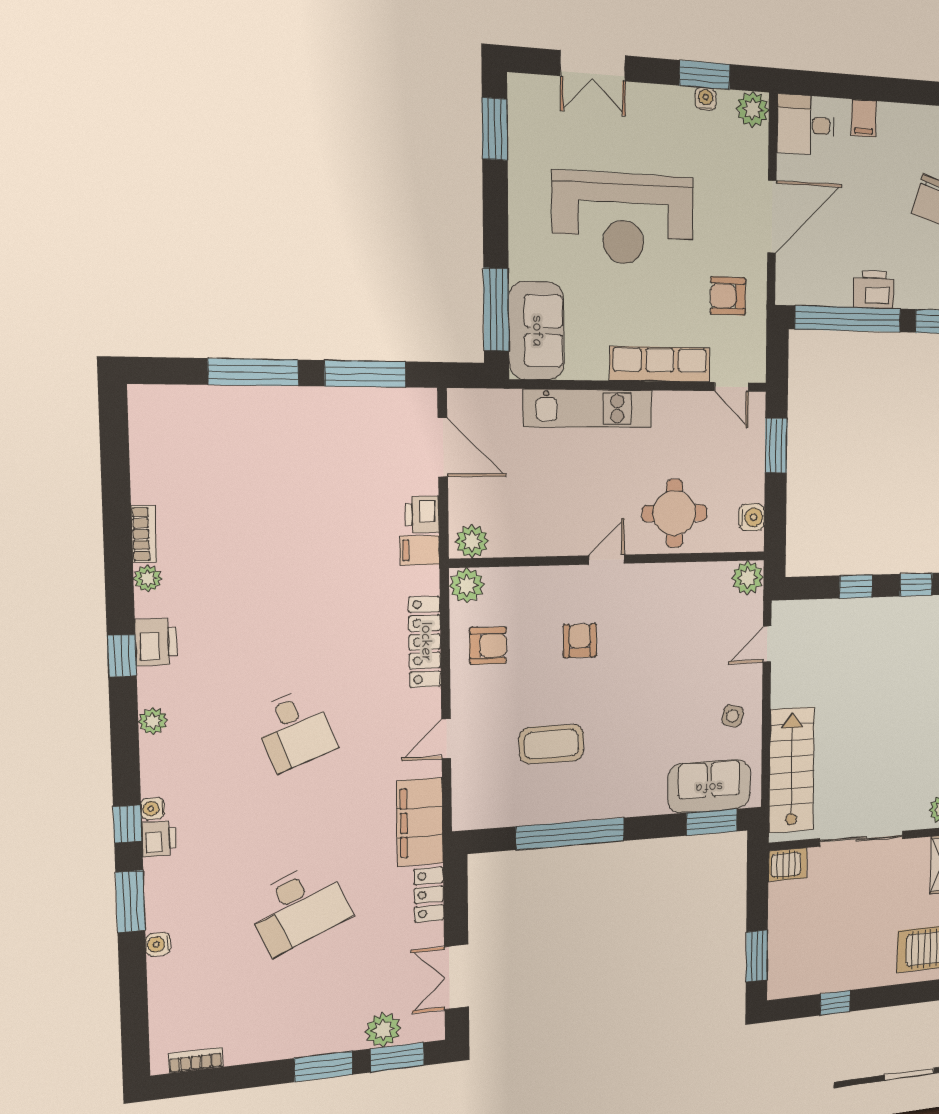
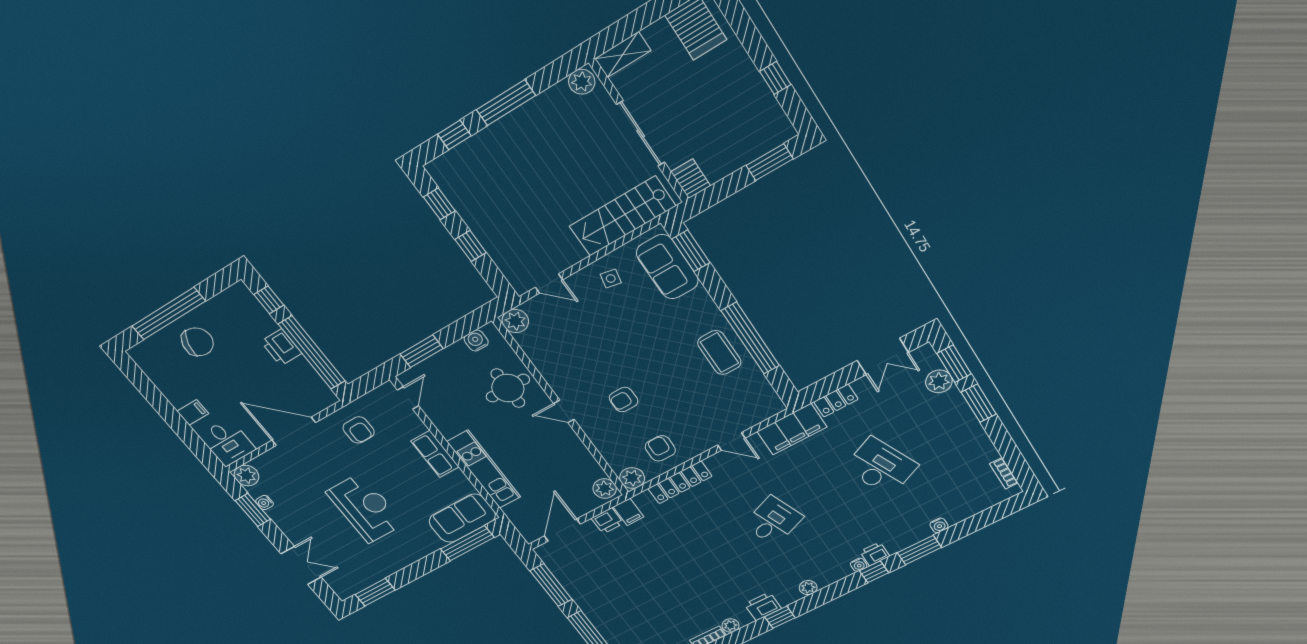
reception desk: (624, 219) -> (365, 508), width x0.74, depth x0.77
row of seats: (660, 364) -> (435, 454), width x0.68
coffee table: (552, 744) -> (719, 353), moved

